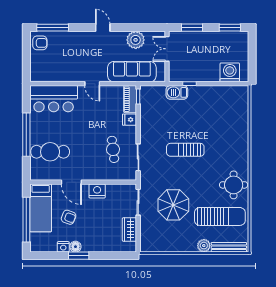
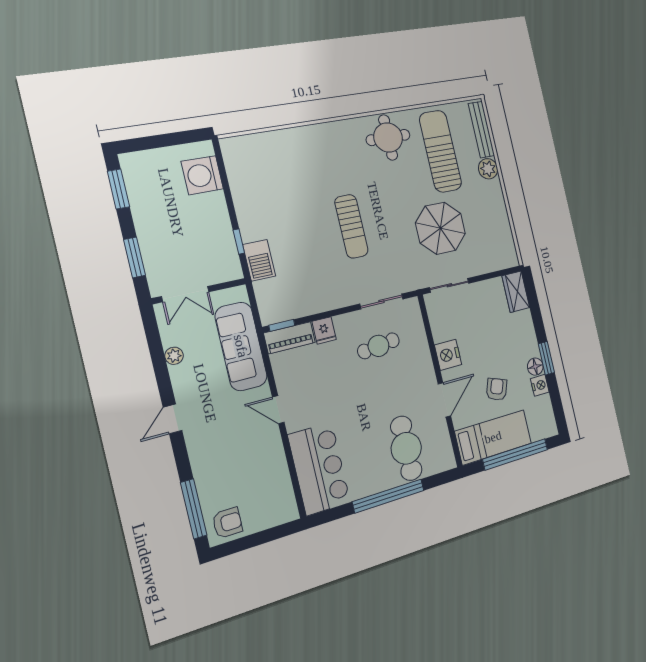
plant: (136, 40) -> (174, 356), width x0.53, depth x0.53
armchair: (40, 43) -> (227, 523), turned 90
door: (92, 84) -> (278, 410), swing flipped
wardrobe: (129, 230) -> (516, 292), moved, turned 90

